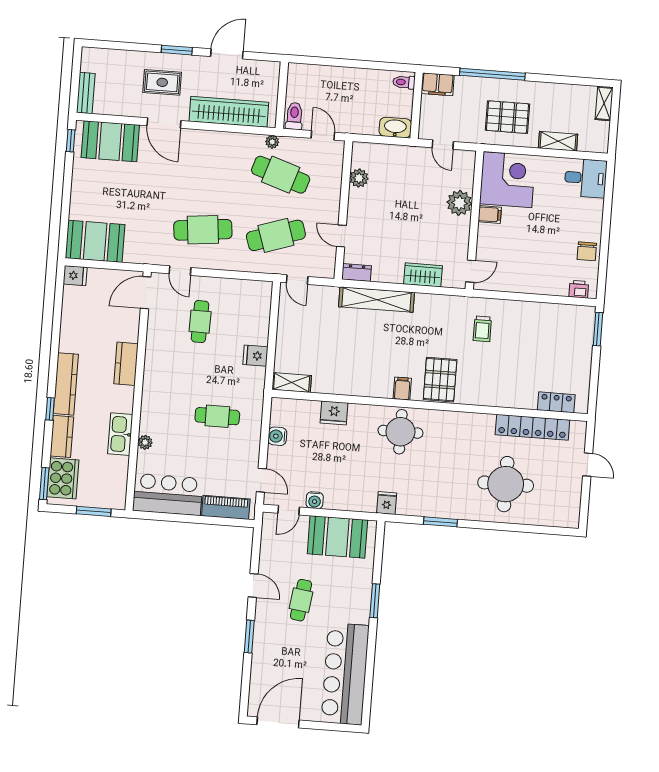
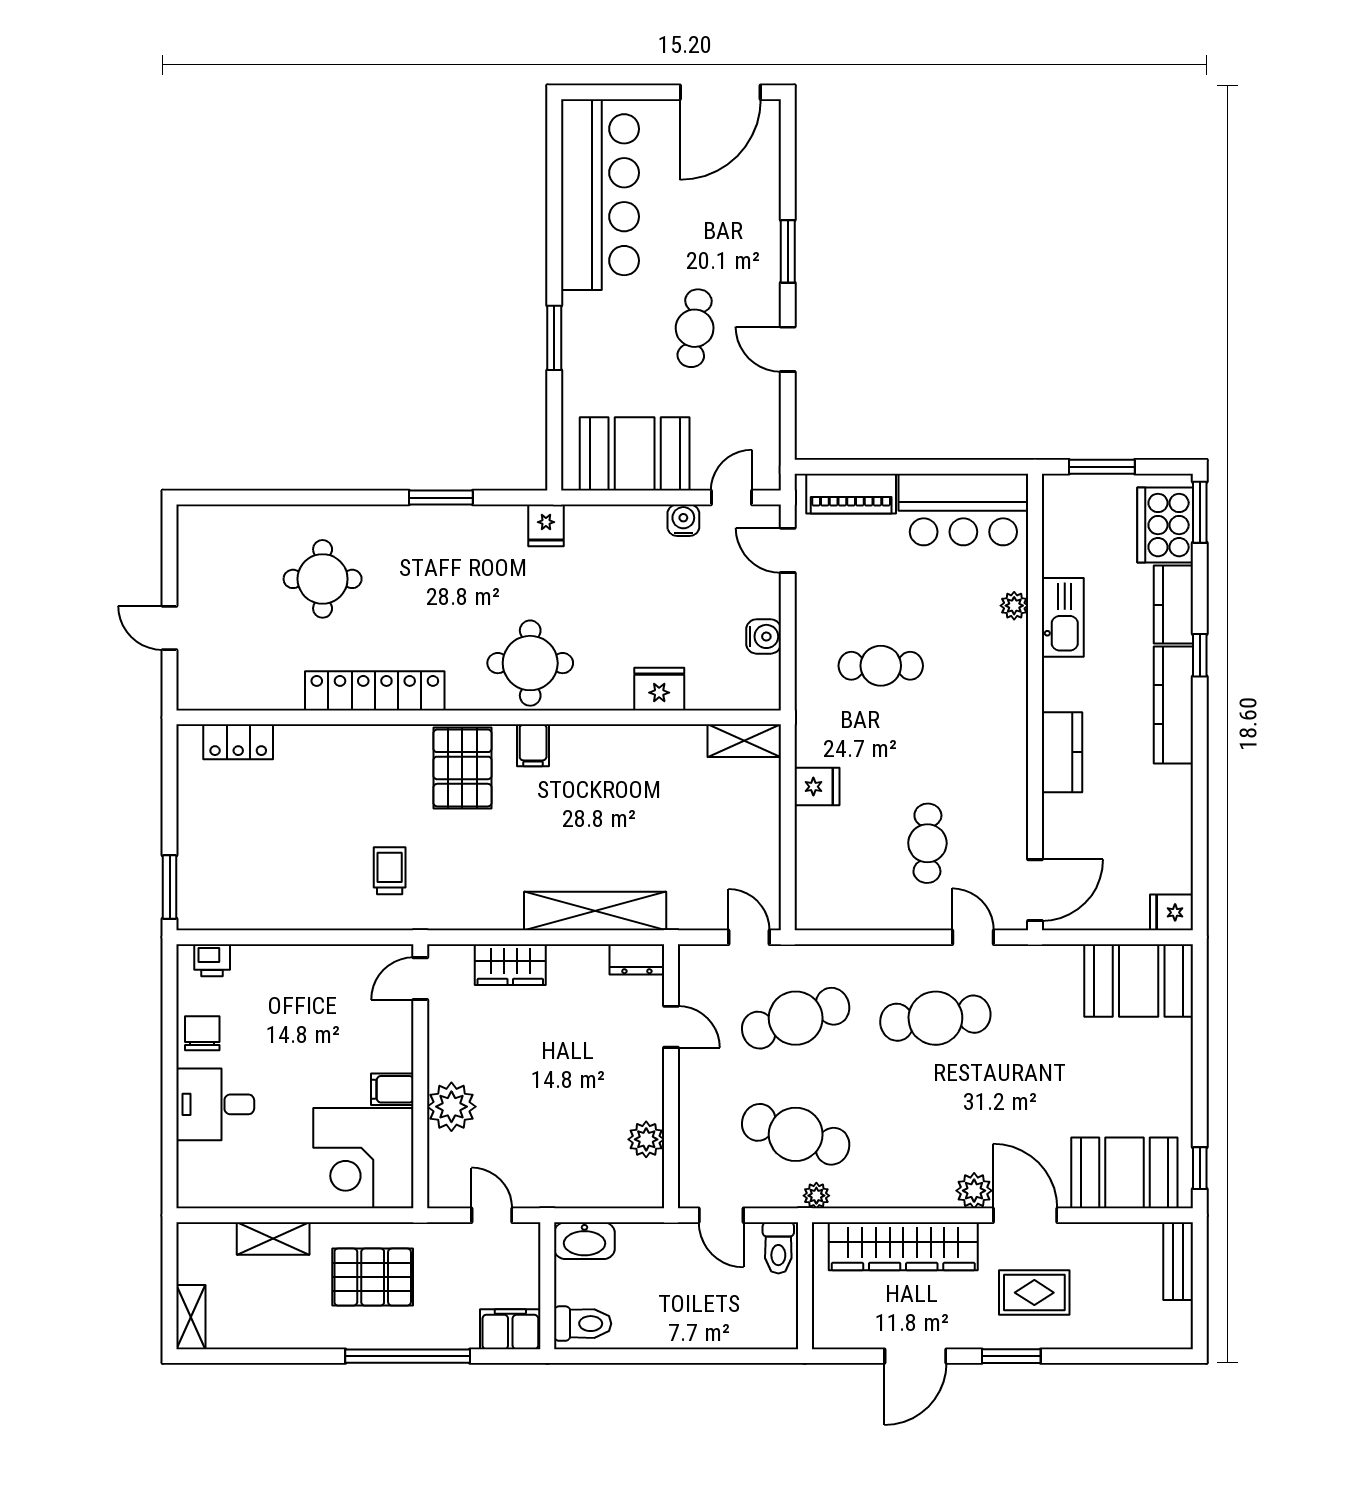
toilet: (404, 82) -> (583, 1324), width x1.37, depth x1.39
plant: (190, 138) -> (974, 1191), added
desk: (586, 178) -> (215, 1104), moved
locker: (532, 427) -> (375, 691), moved
round table: (506, 484) -> (323, 579), width x0.73, depth x0.73

